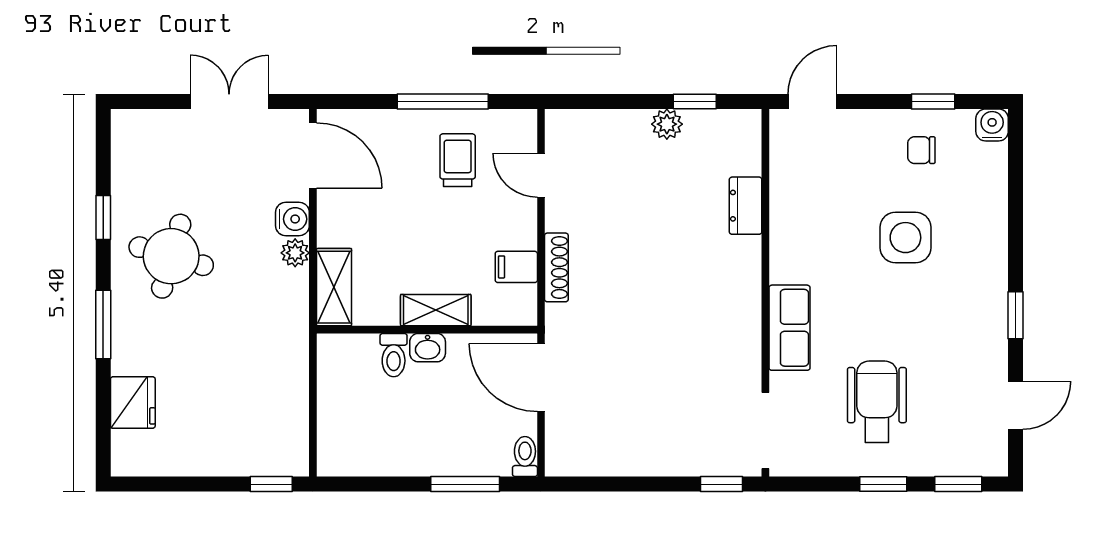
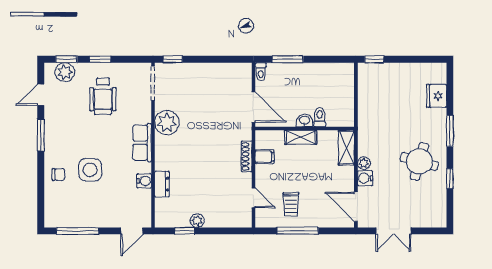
window: (933, 101) -> (78, 231), width x2.17
water cooler: (992, 125) -> (144, 181), moved, turned -90
chair: (921, 150) -> (58, 174), moved
window: (1016, 315) -> (41, 135), width x1.50
row of seats: (790, 328) -> (142, 143), moved
plant: (734, 343) -> (167, 123), added
plant: (962, 455) -> (65, 72), added

